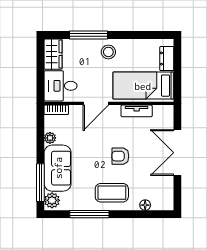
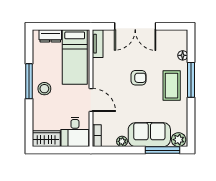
window: (88, 35) -> (29, 81), moved
tv unit: (137, 111) -> (98, 44), moved
armchair: (120, 156) -> (138, 78), turned -90
window: (89, 214) -> (191, 80), moved

